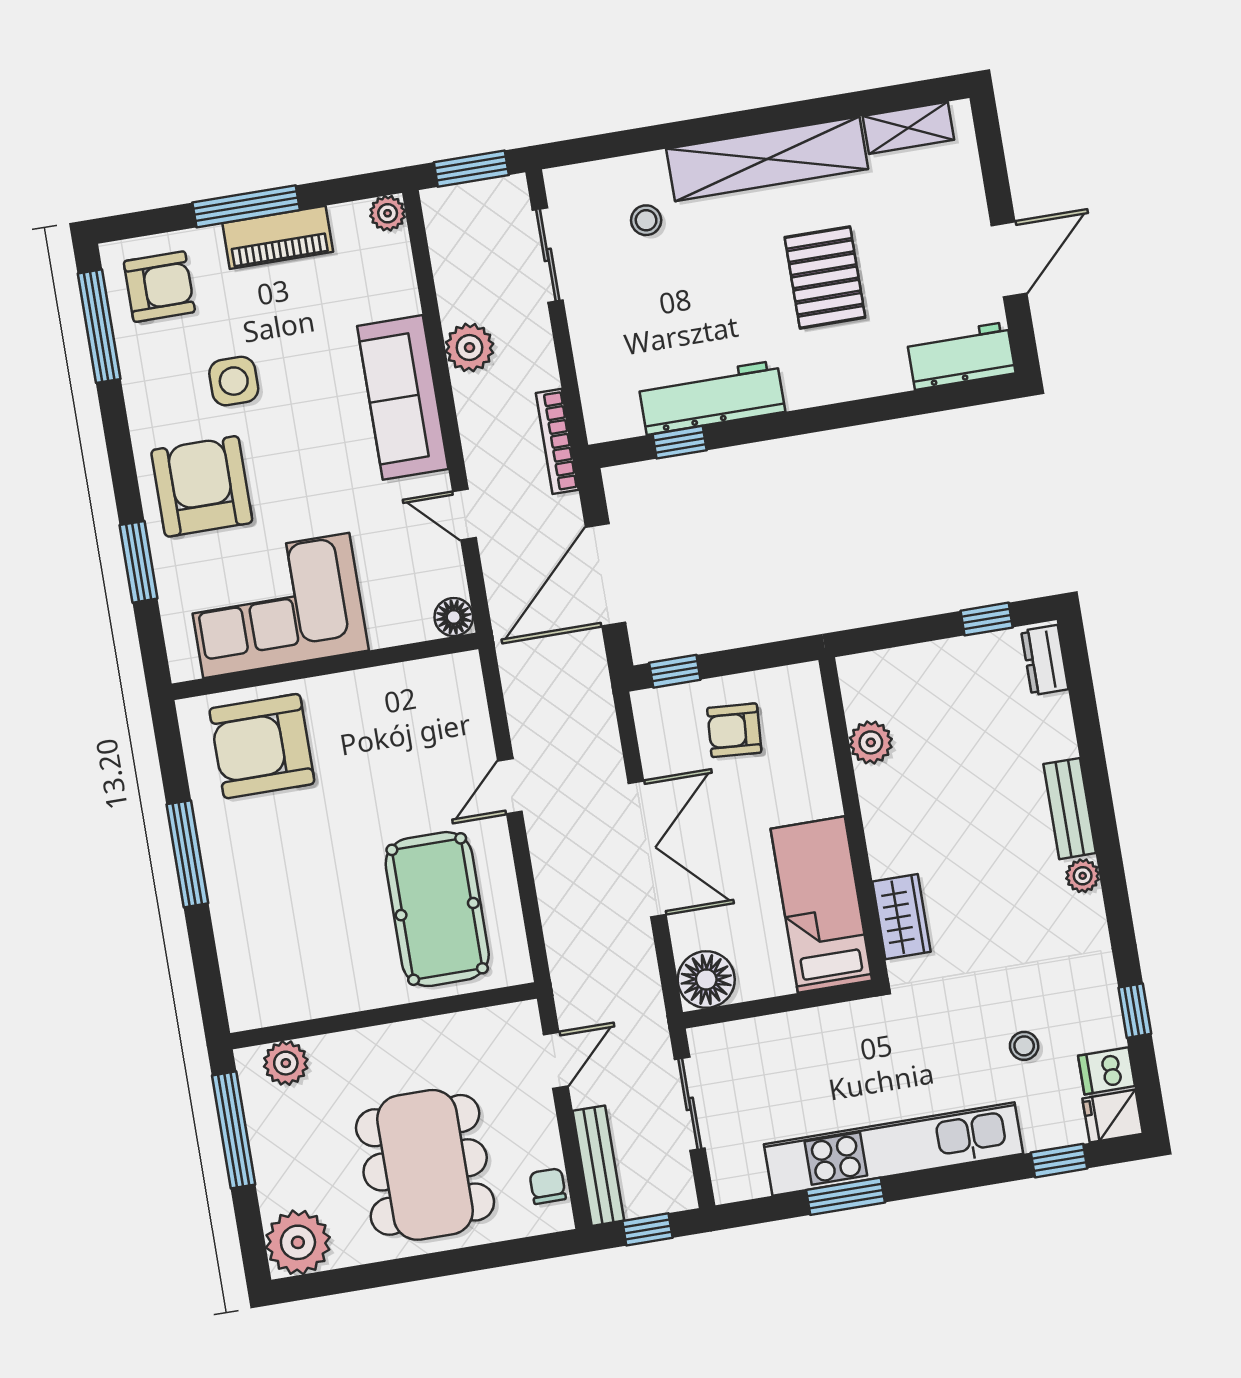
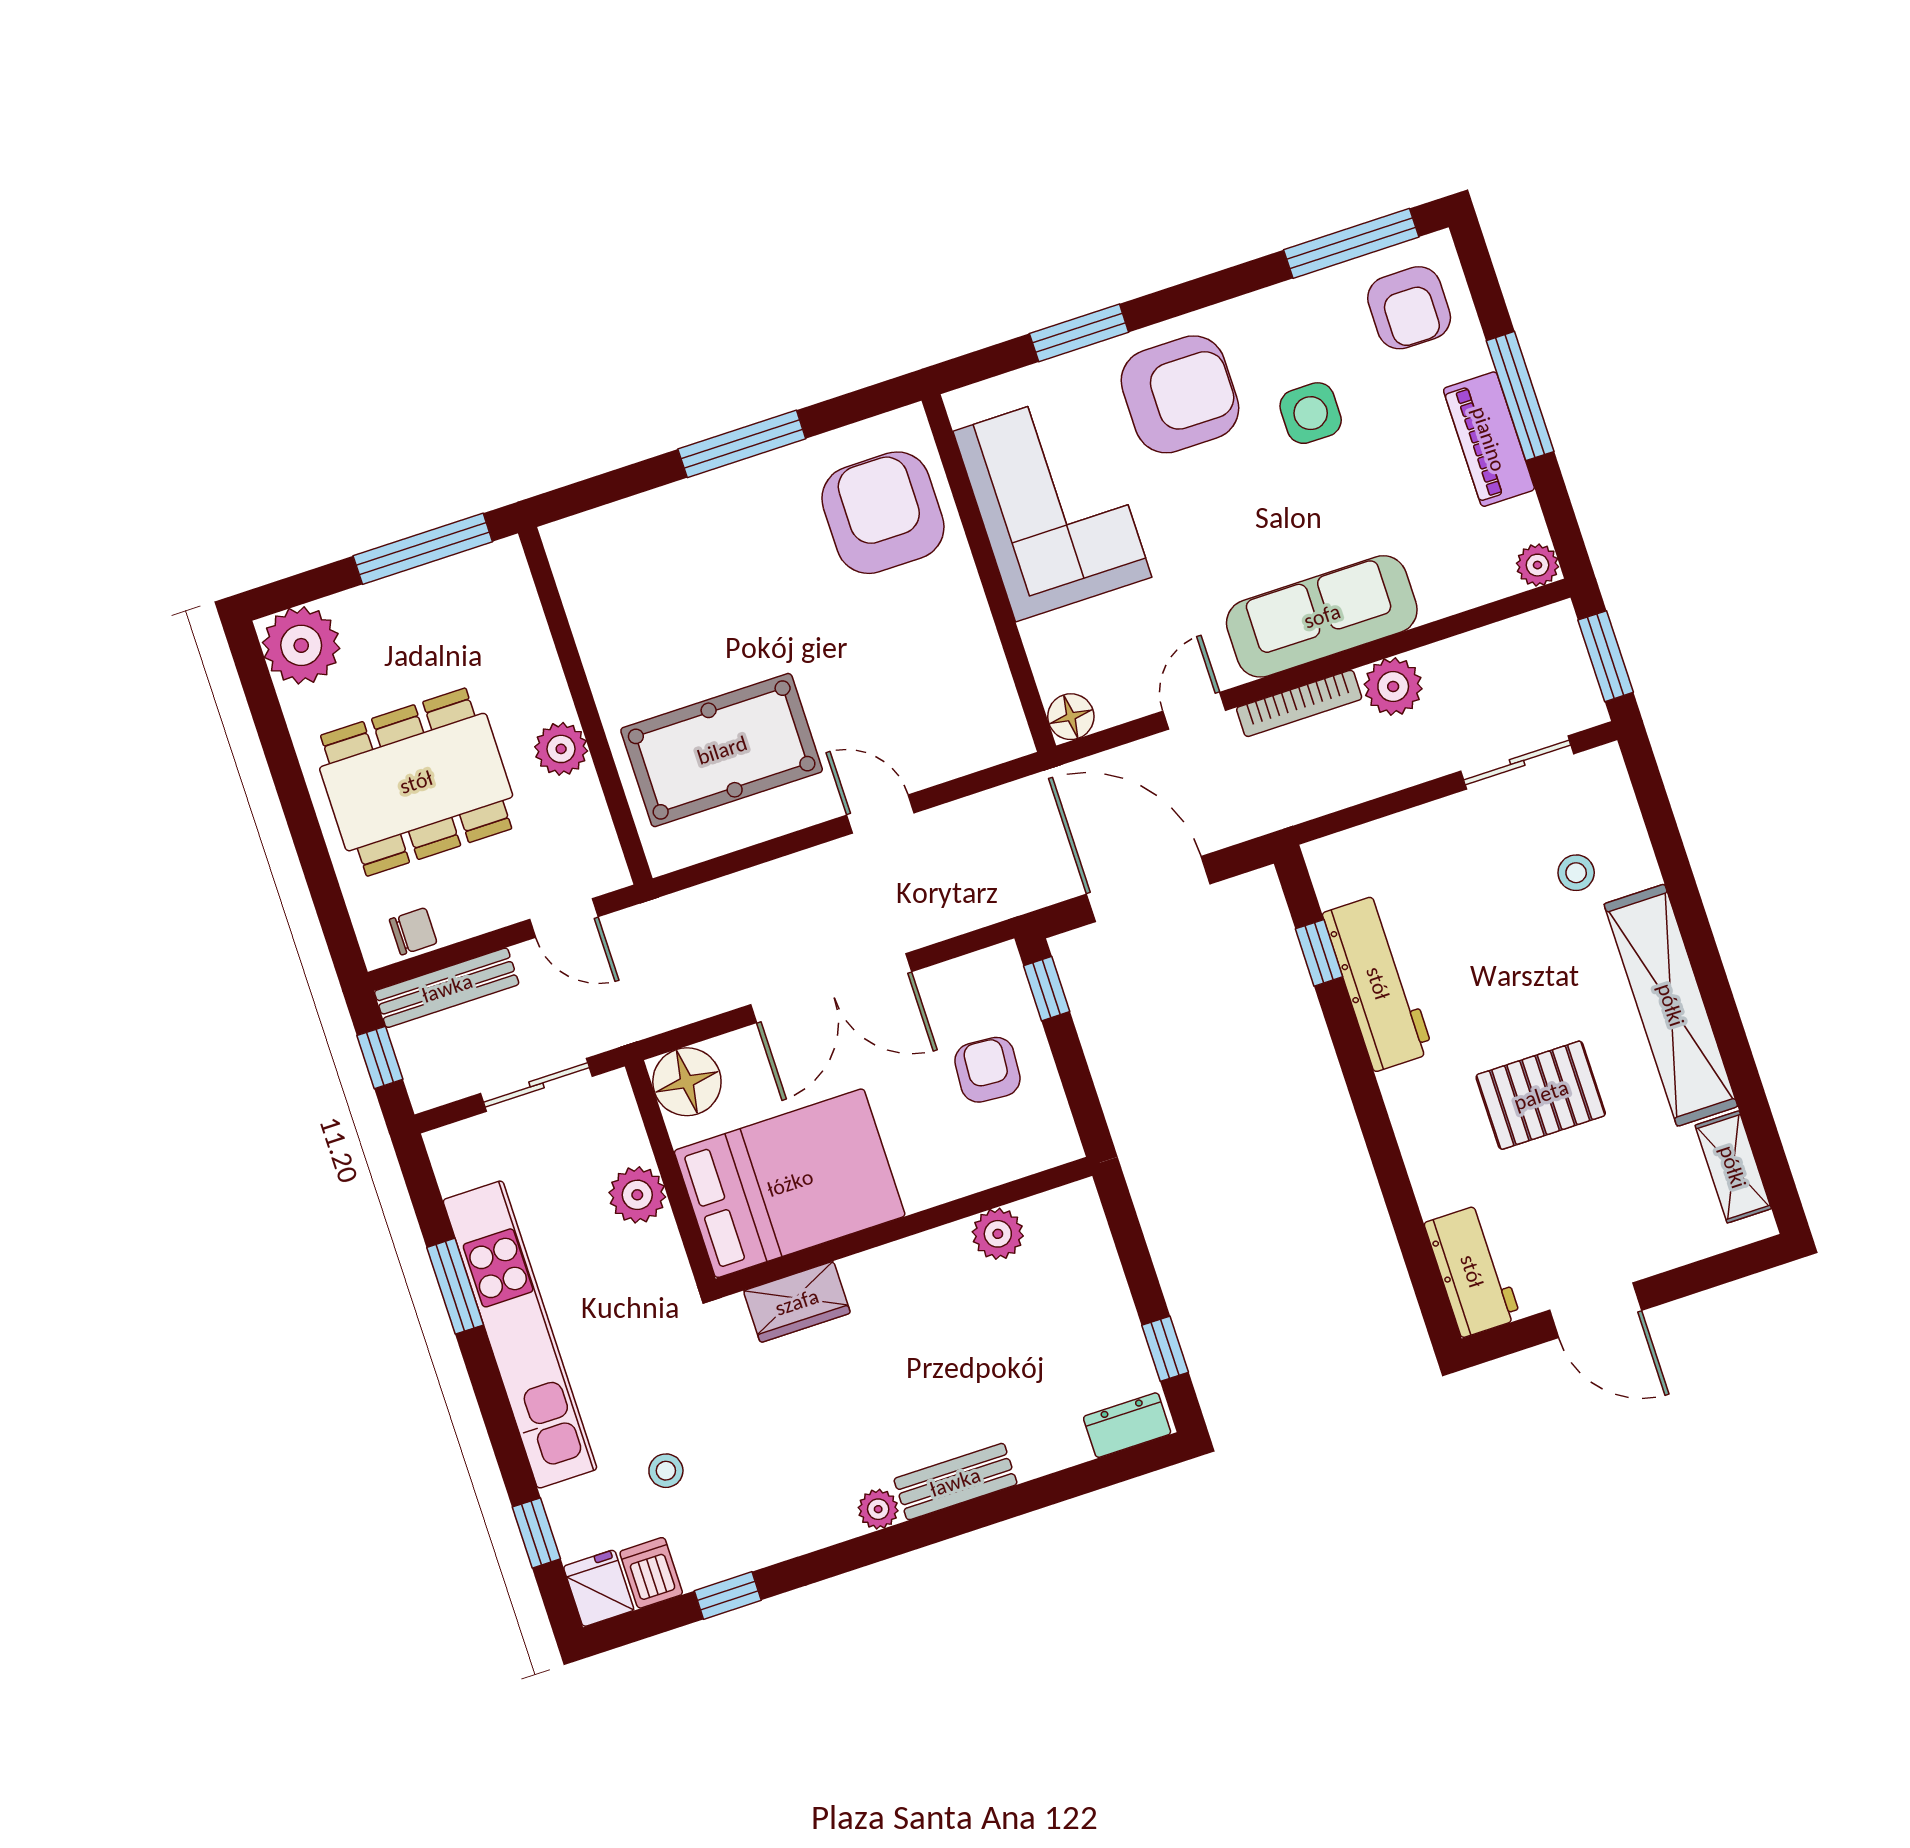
bookcase: (557, 441) -> (1299, 703), moved, turned 180
bed: (821, 905) -> (790, 1183), width x1.50
plant: (793, 1035) -> (637, 1195), added
plant: (286, 1063) -> (561, 749), moved

